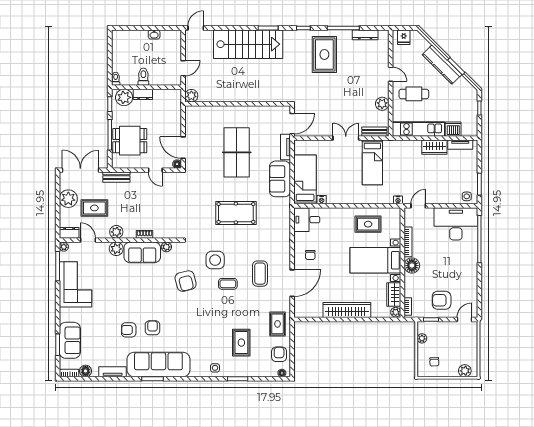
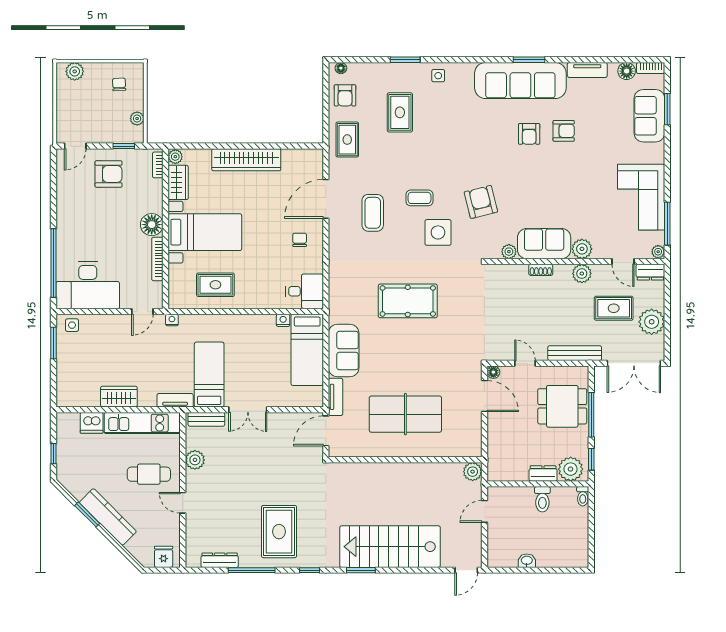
tv unit: (460, 145) -> (175, 400), moved
table tennis table: (237, 152) -> (405, 414), moved, turned 90
bench: (116, 177) -> (575, 353), width x1.36

